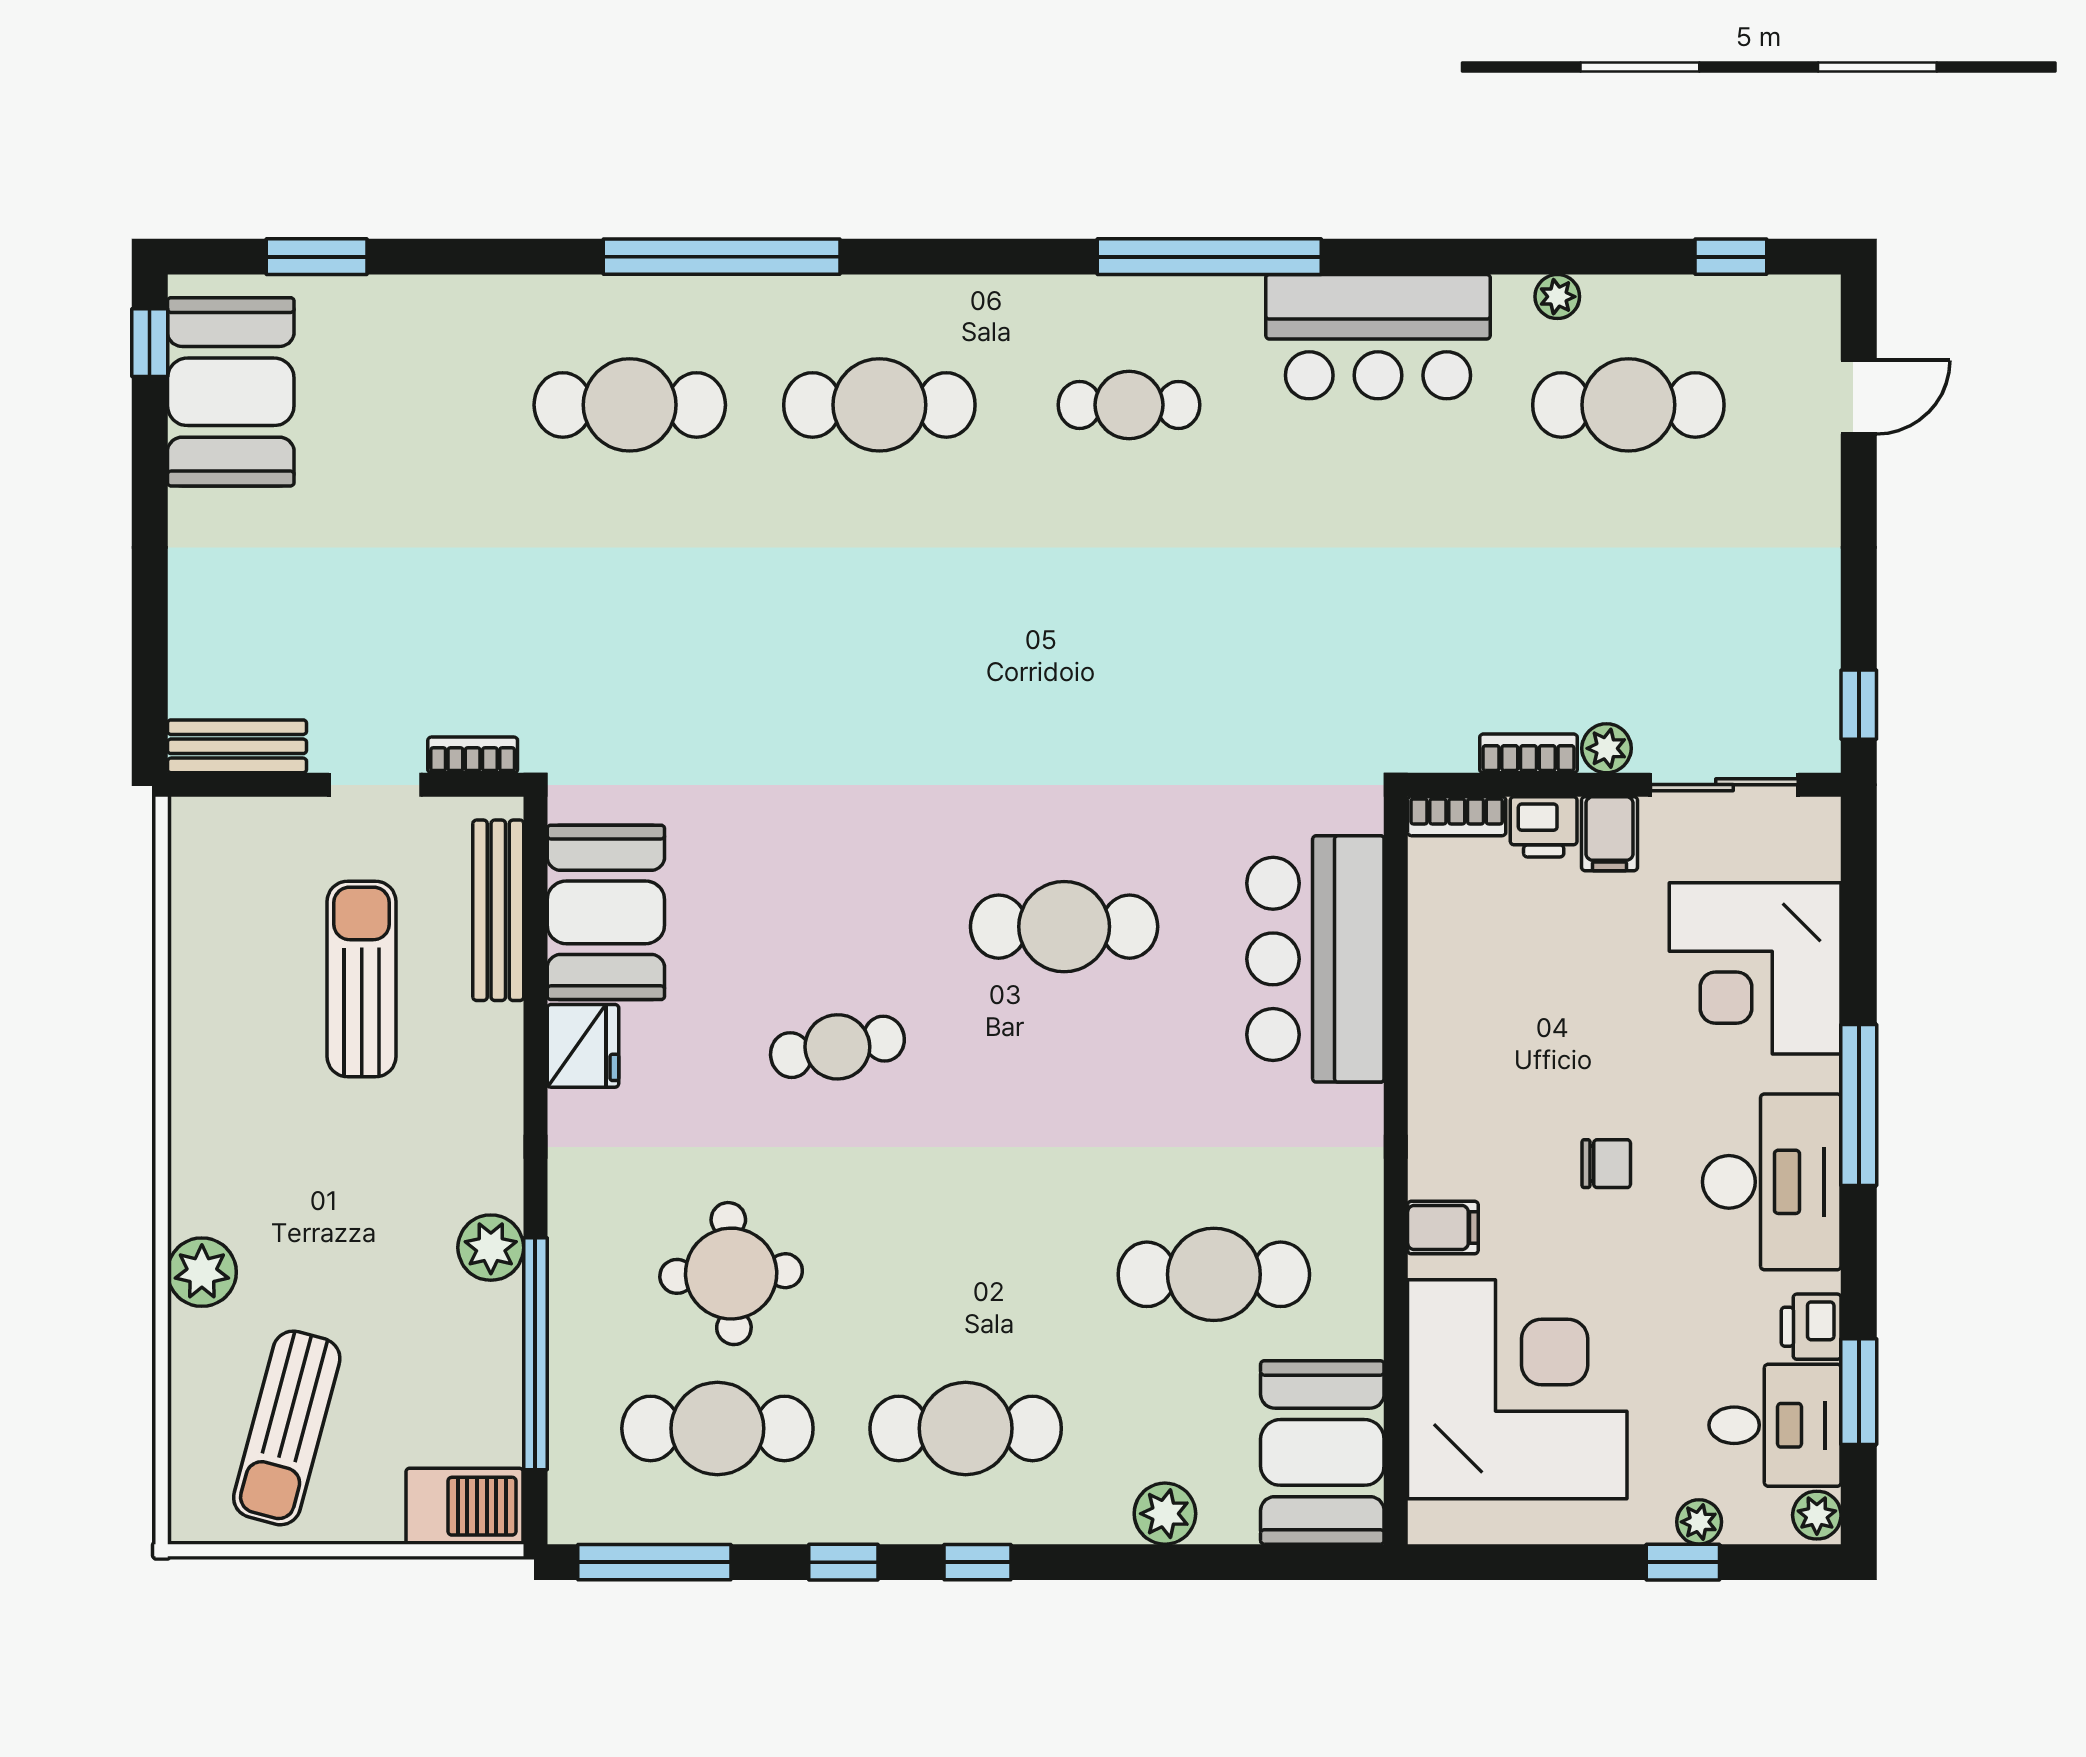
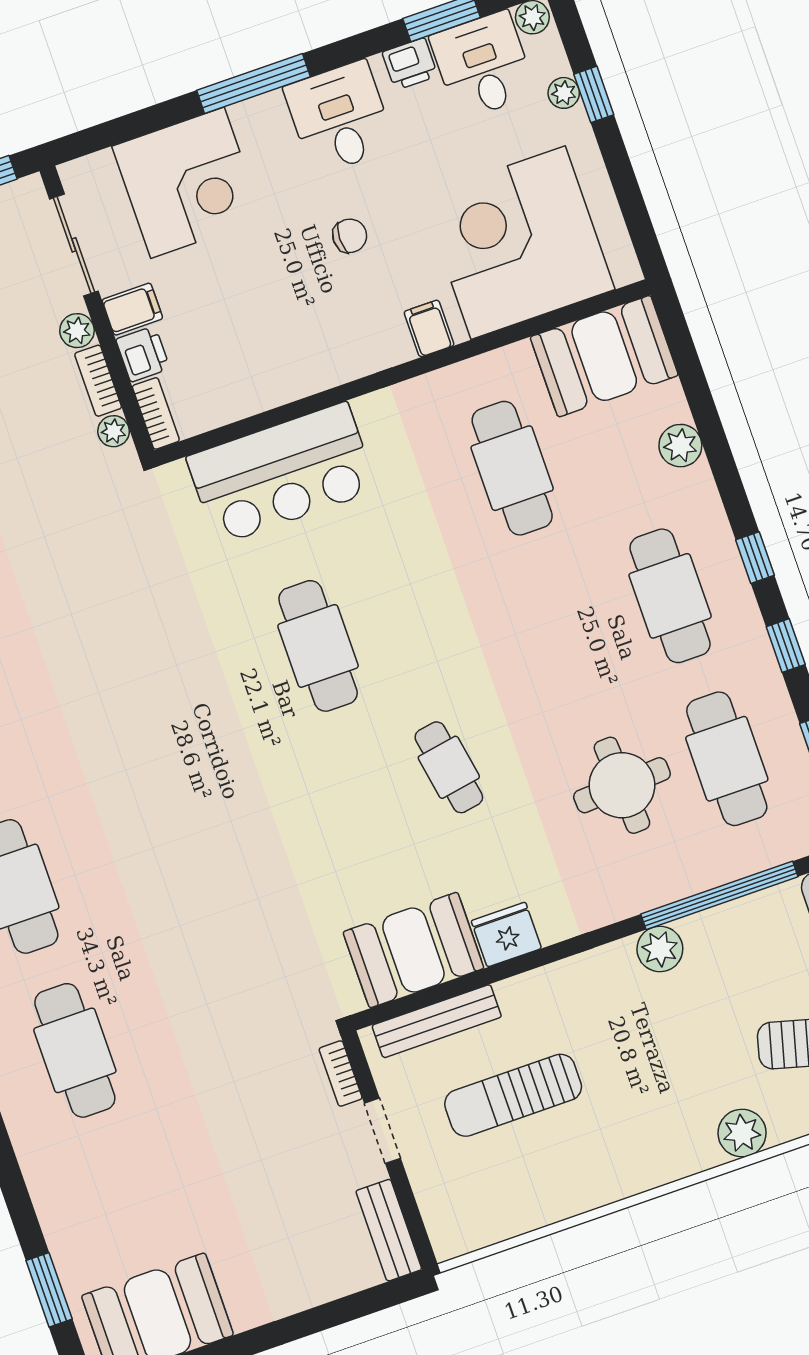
plant: (1453, 750) -> (114, 431), added
chair: (1606, 1164) -> (350, 236), turned 90
desk: (1772, 1182) -> (340, 118), width x0.73

